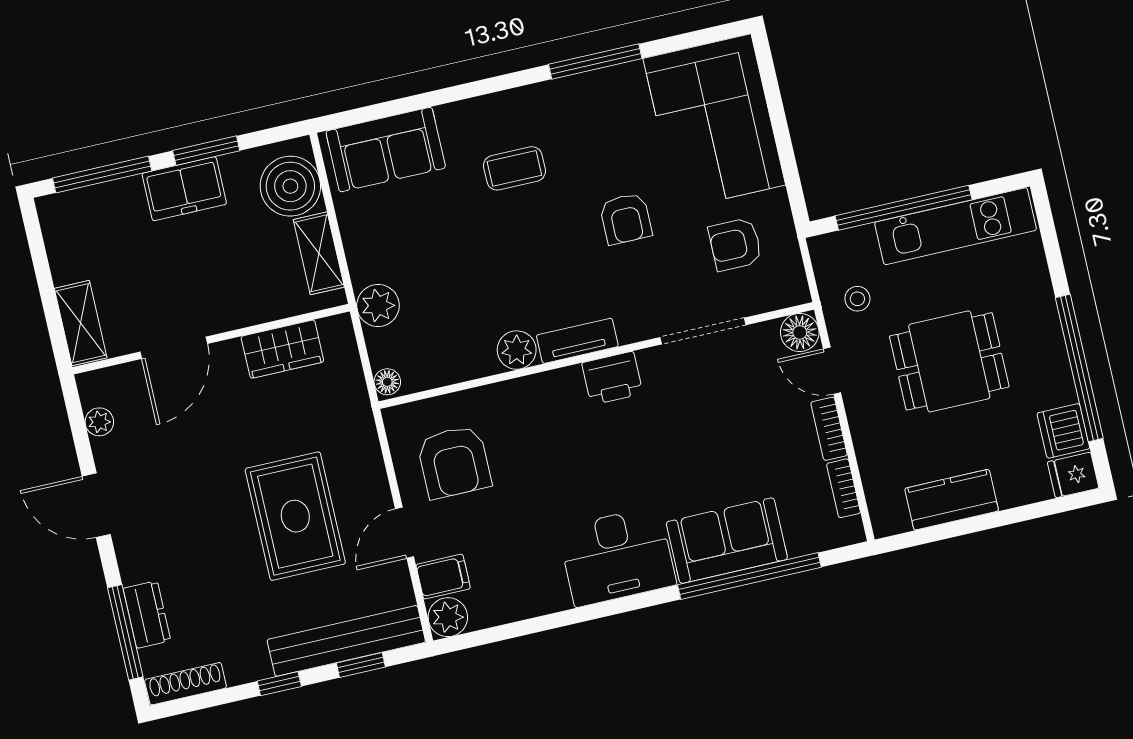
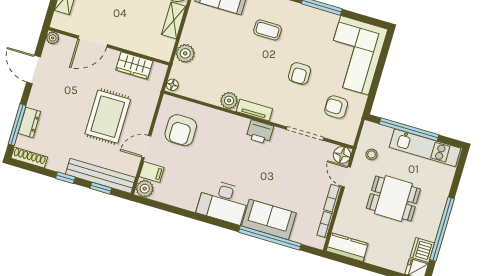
wall: (211, 339) -> (109, 46), moved
door: (174, 348) -> (93, 41), moved
wardrobe: (282, 349) -> (134, 65), moved
kitchen counter: (952, 500) -> (347, 247), moved

